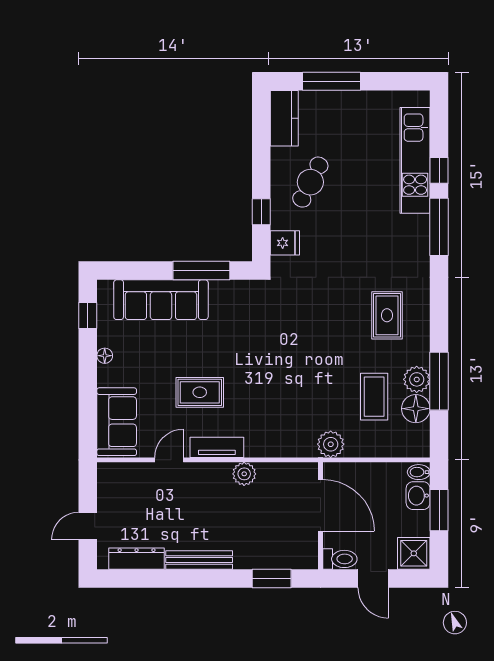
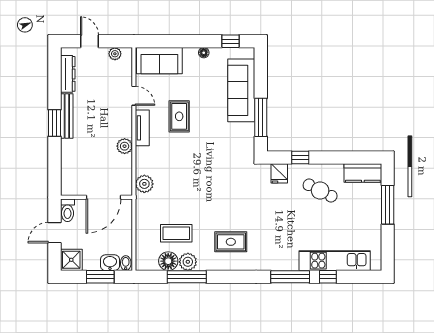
plant: (331, 444) -> (144, 184), moved
plant: (106, 488) -> (115, 54), added
window: (272, 578) -> (54, 123), moved

